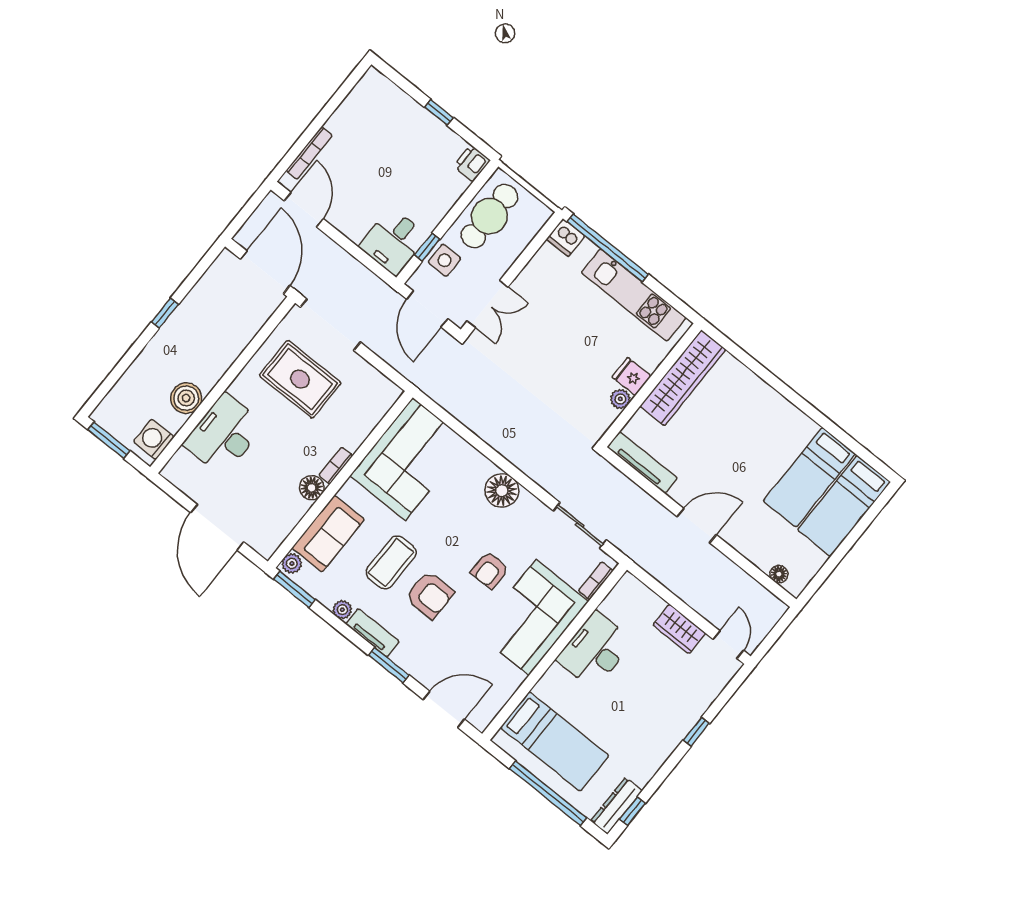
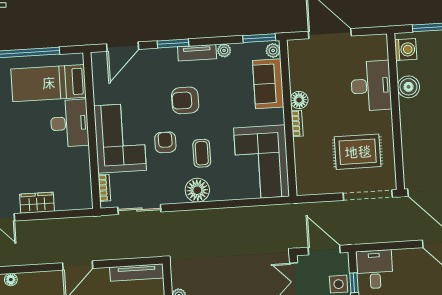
coffee table: (391, 562) -> (202, 153), moved, width x0.73, depth x0.77
desk: (595, 650) -> (70, 123), moved

